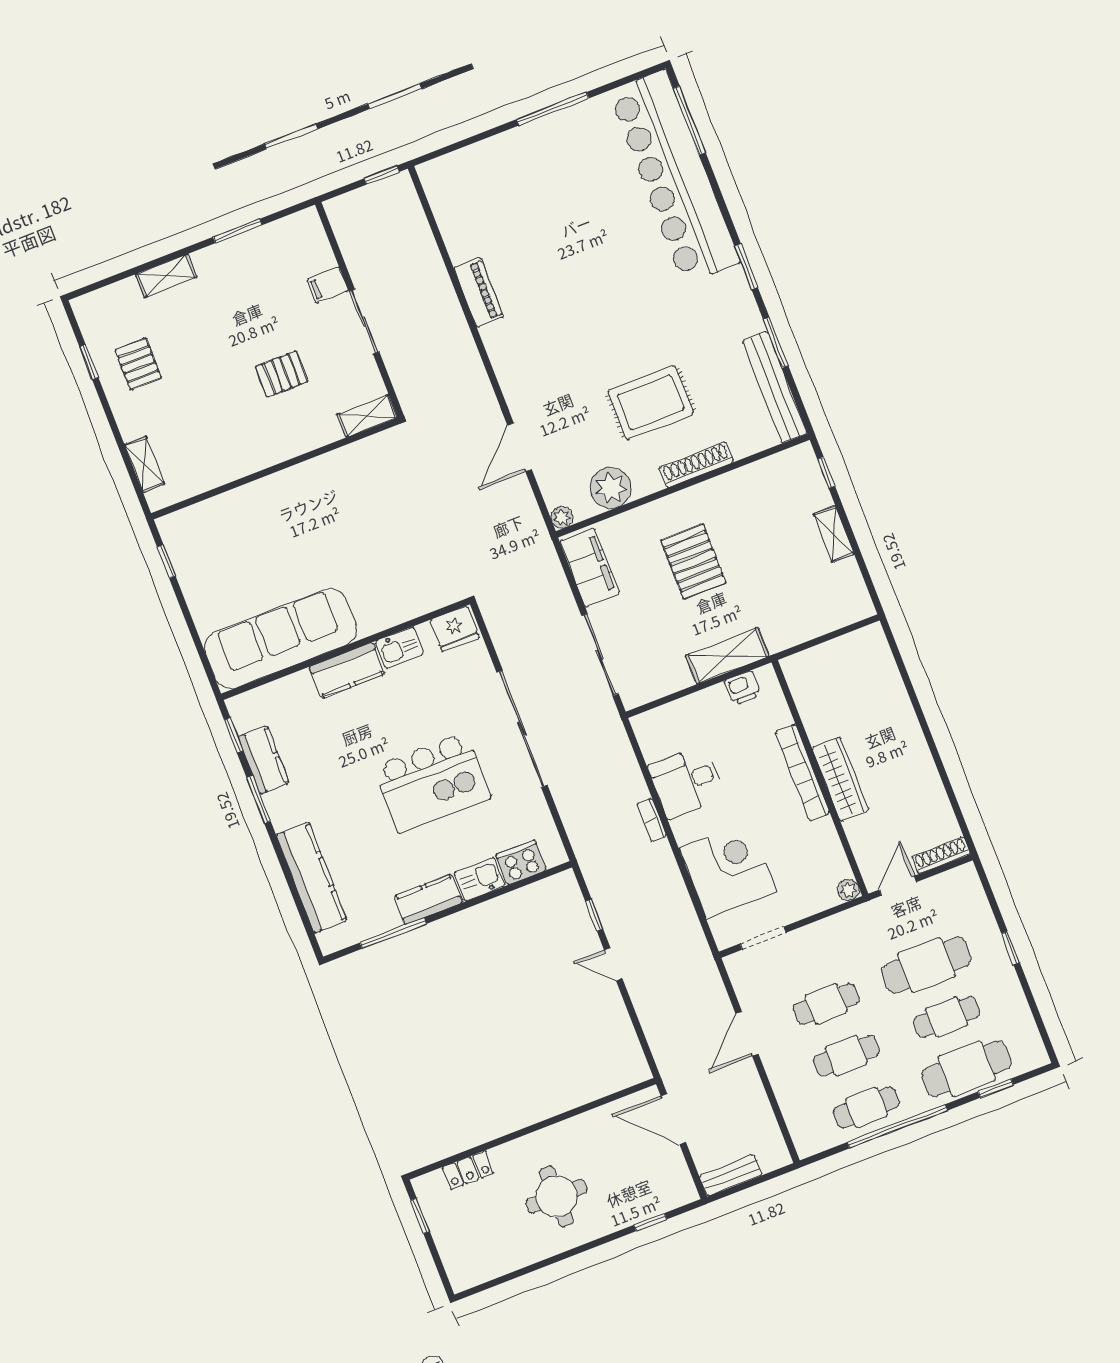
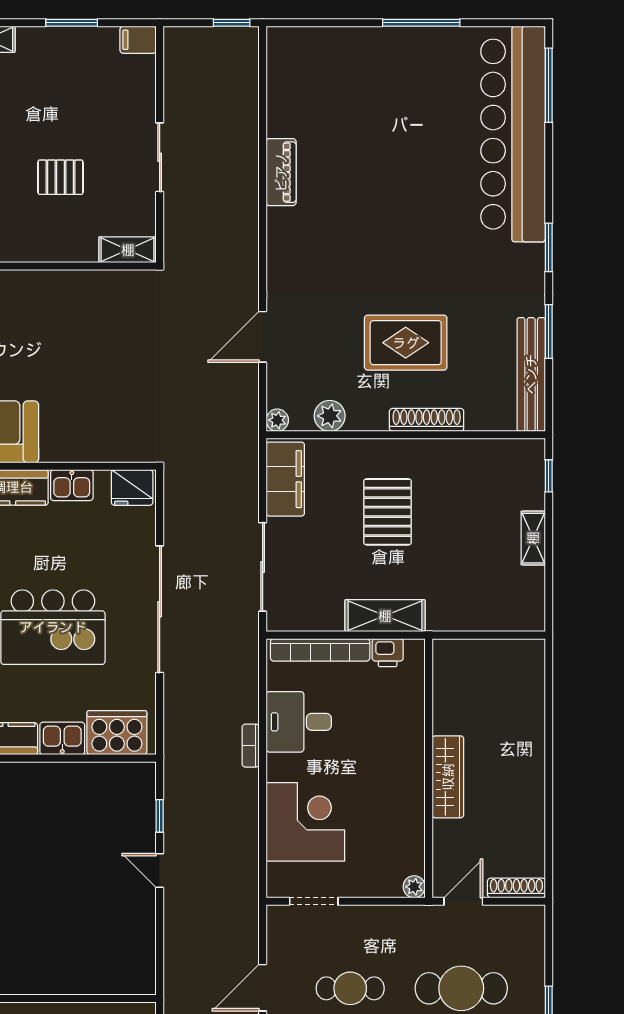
filing cabinet: (328, 285) -> (138, 40), moved
plant: (611, 488) -> (330, 416), width x0.73, depth x0.73
bookcase: (803, 772) -> (320, 650), moved, turned -90
cooker: (521, 863) -> (117, 733), width x1.37, depth x1.31

